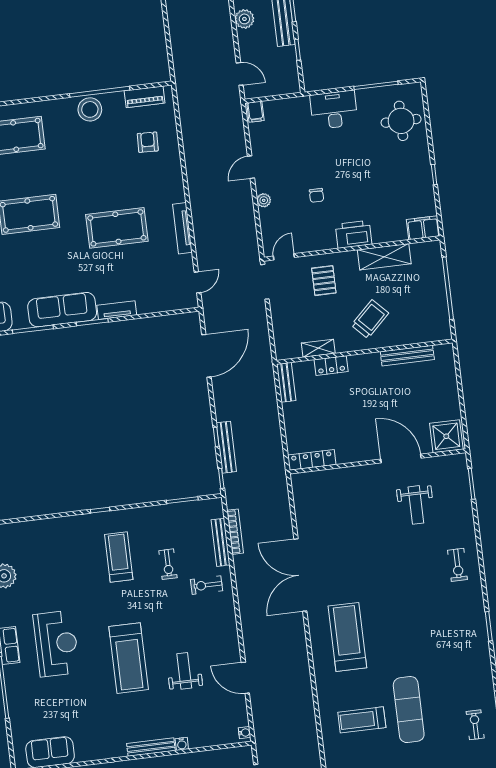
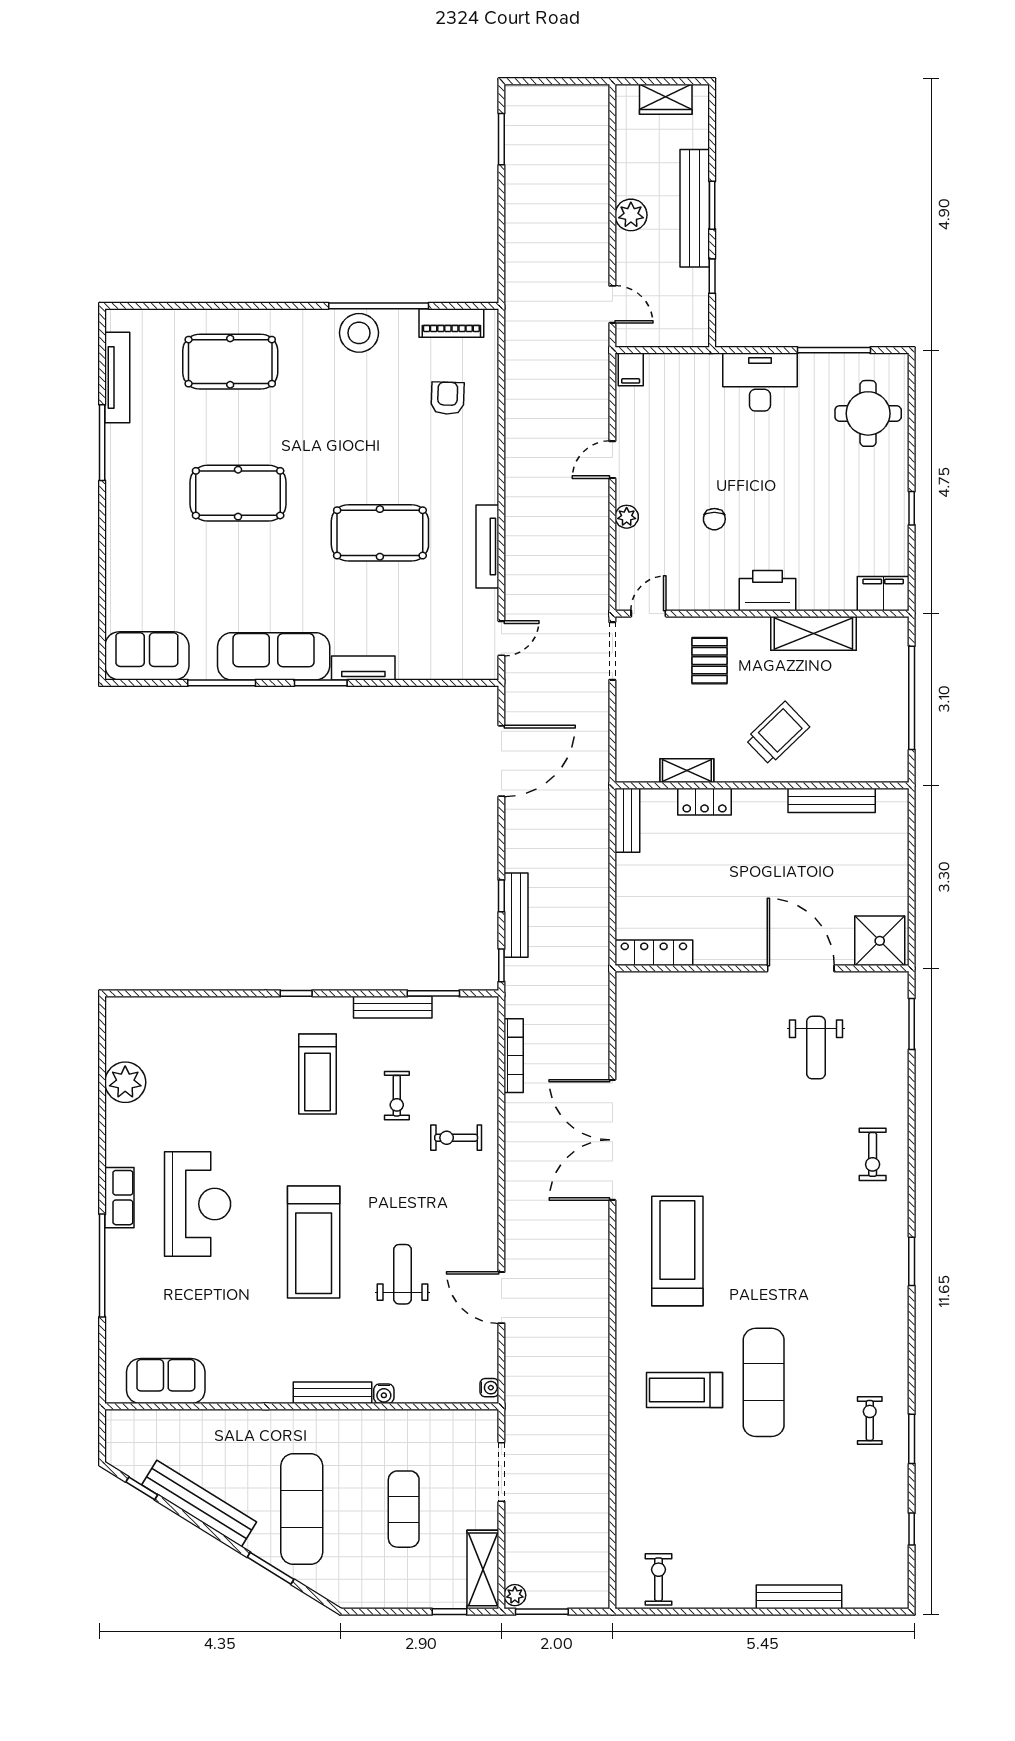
bench: (221, 542) -> (393, 1007), moved, turned 90
treadmill: (119, 557) -> (317, 1074), turned 180

